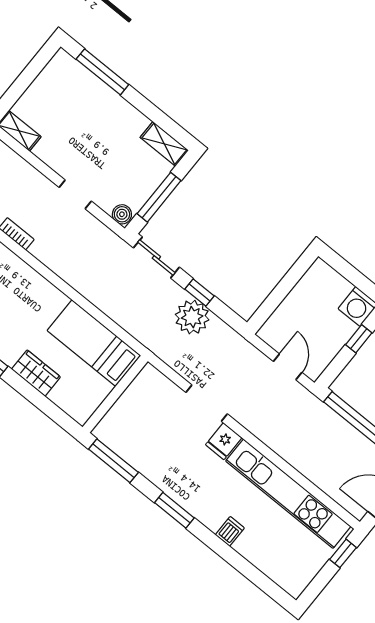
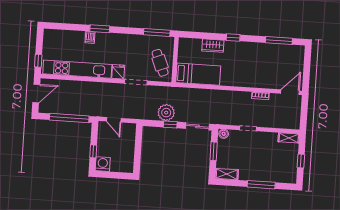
window: (102, 72) -> (261, 185), moved
window: (26, 78) -> (301, 161), added
window: (159, 197) -> (214, 151), width x0.69
cafe table: (144, 407) -> (160, 63), added
window: (174, 510) -> (100, 29), moved

